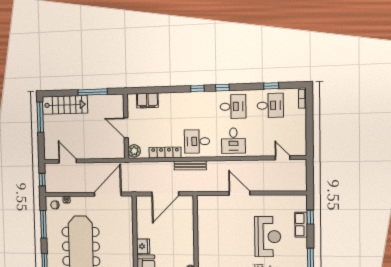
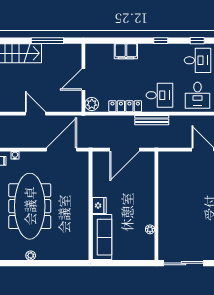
window: (222, 88) -> (197, 41), moved
filing cabinet: (147, 100) -> (126, 51), moved
door: (126, 128) -> (83, 79), hinge flipped
desk: (197, 141) -> (159, 95), turned 180
door: (68, 161) -> (35, 114), moved

